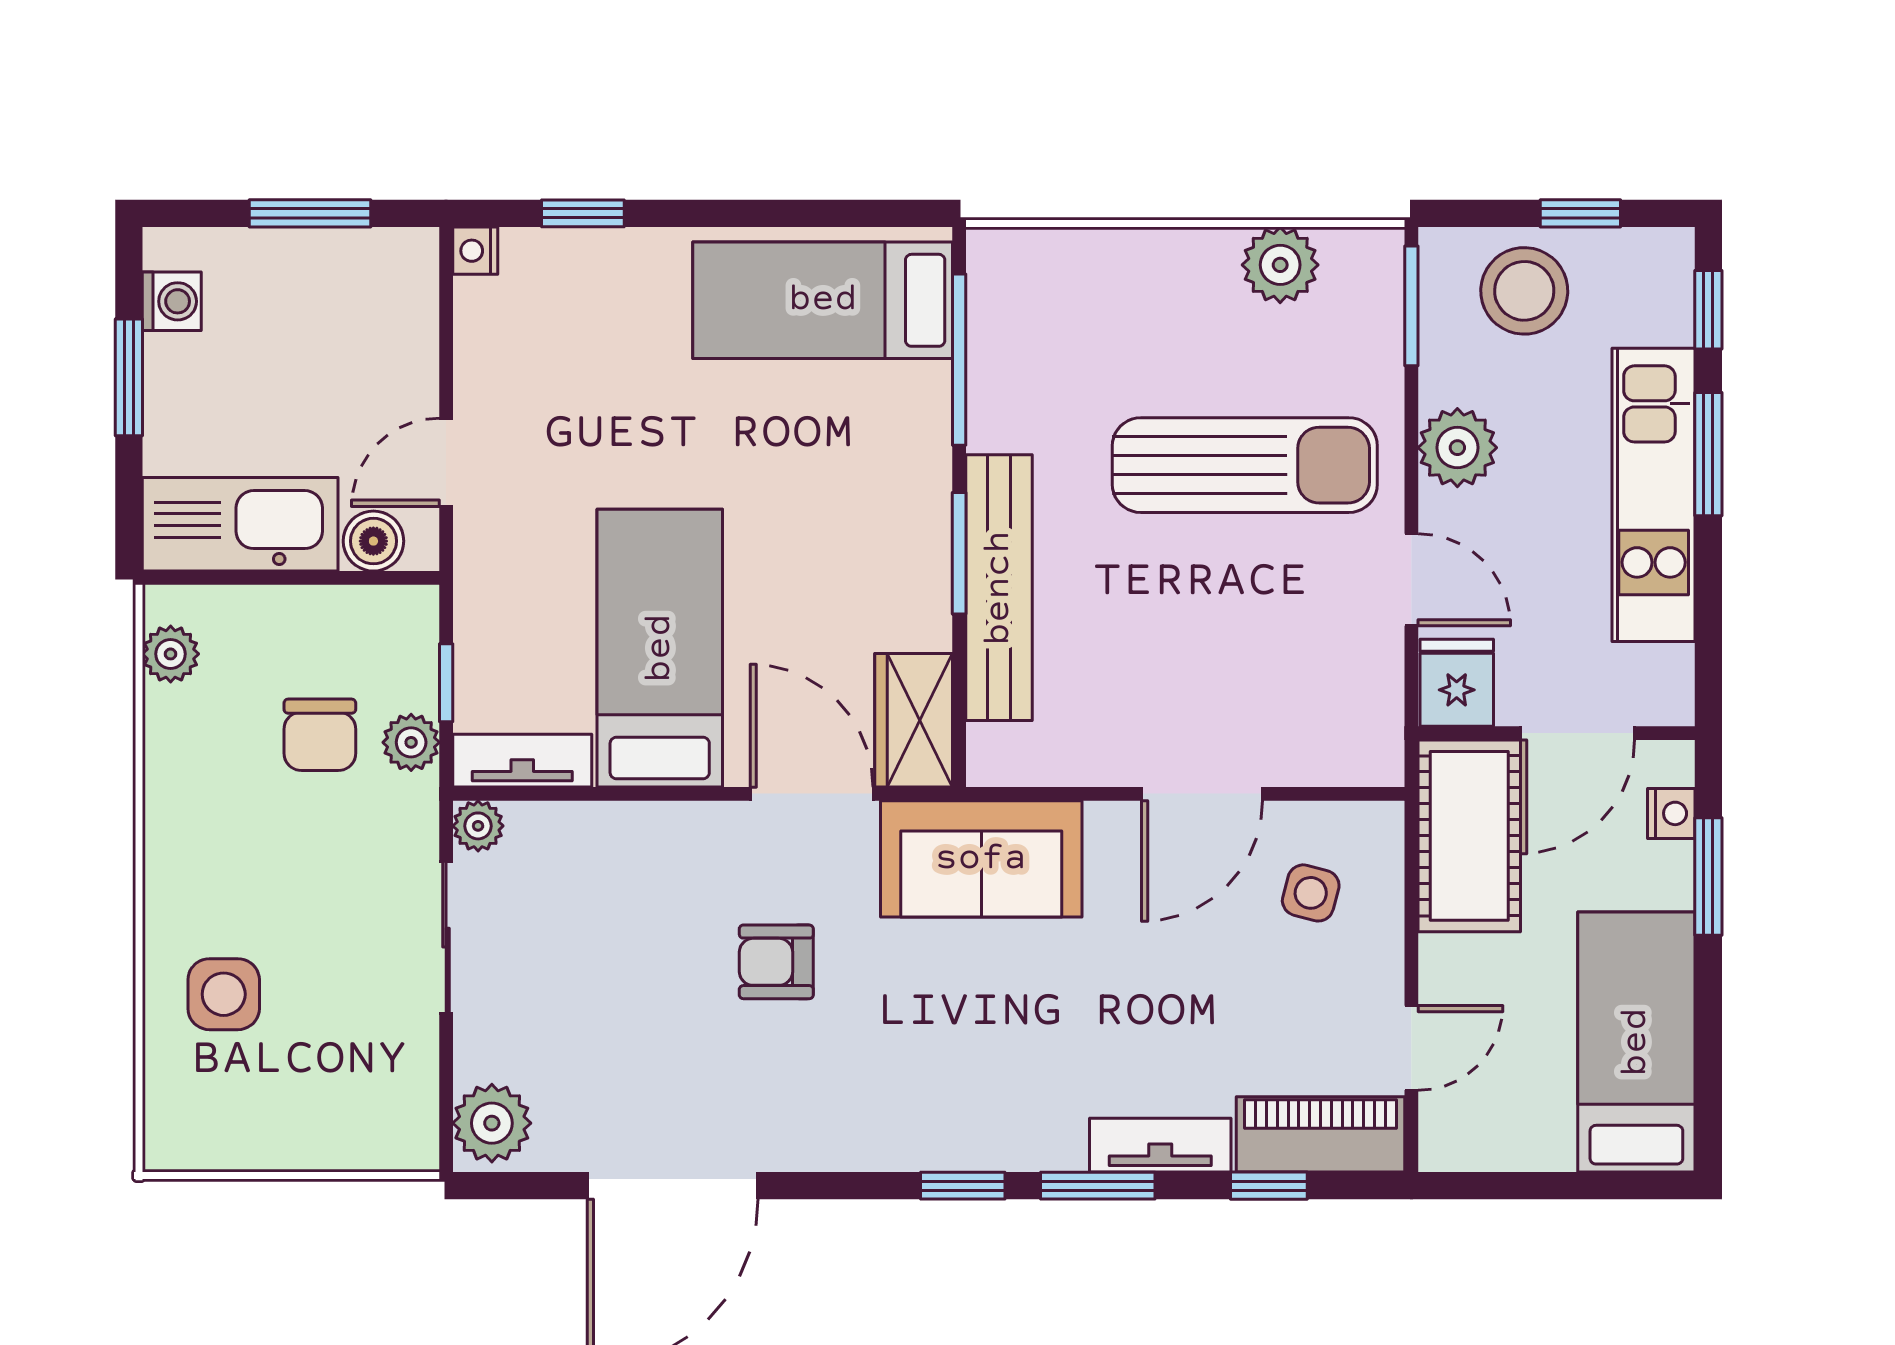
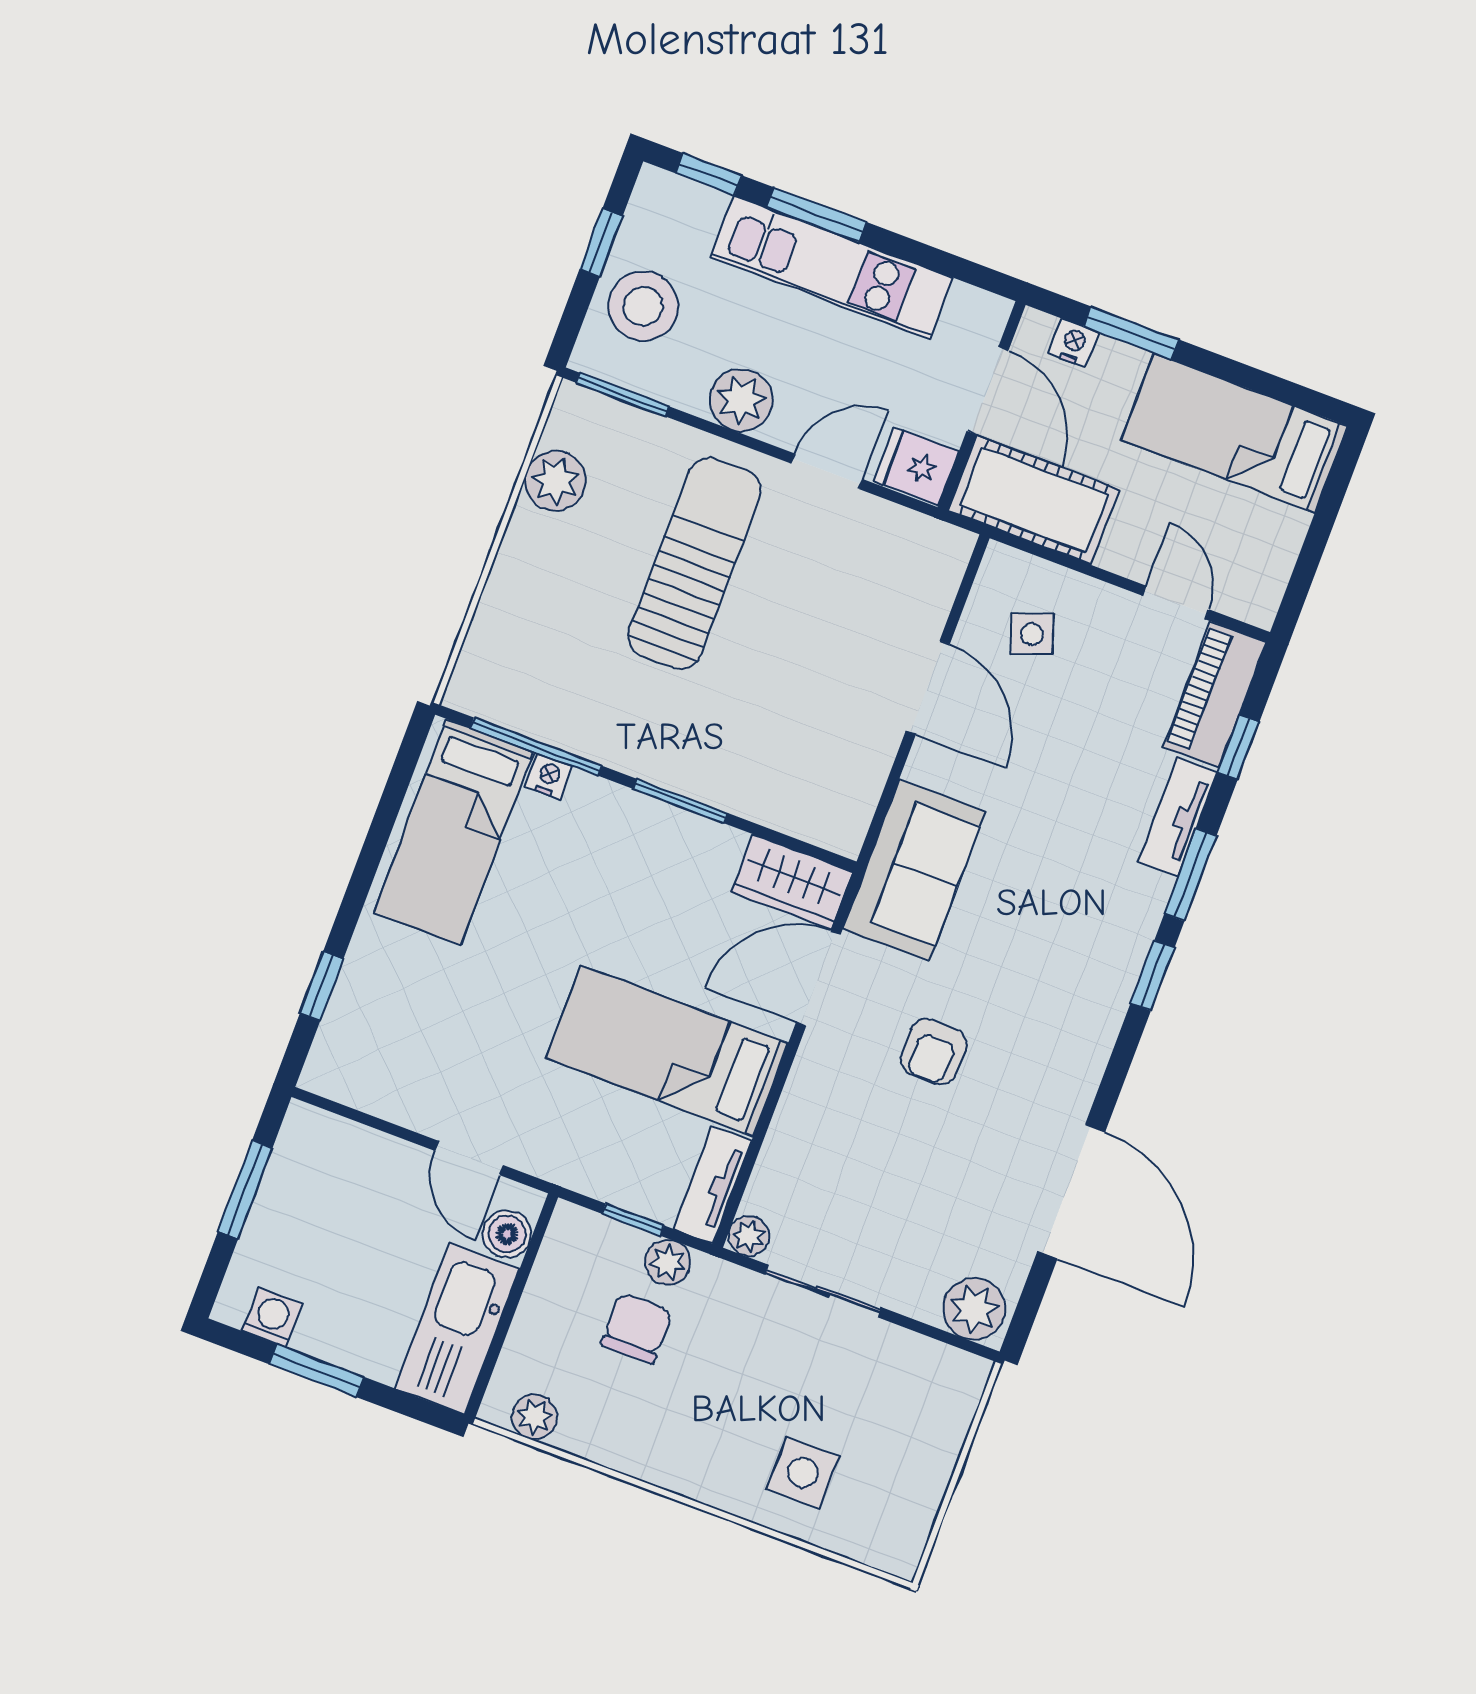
nightstand: (475, 251) -> (549, 776), moved, turned 180
bench: (999, 588) -> (717, 781), removed
chair: (320, 735) -> (637, 1328), turned -90
side table: (1311, 893) -> (1032, 634), turned -36

